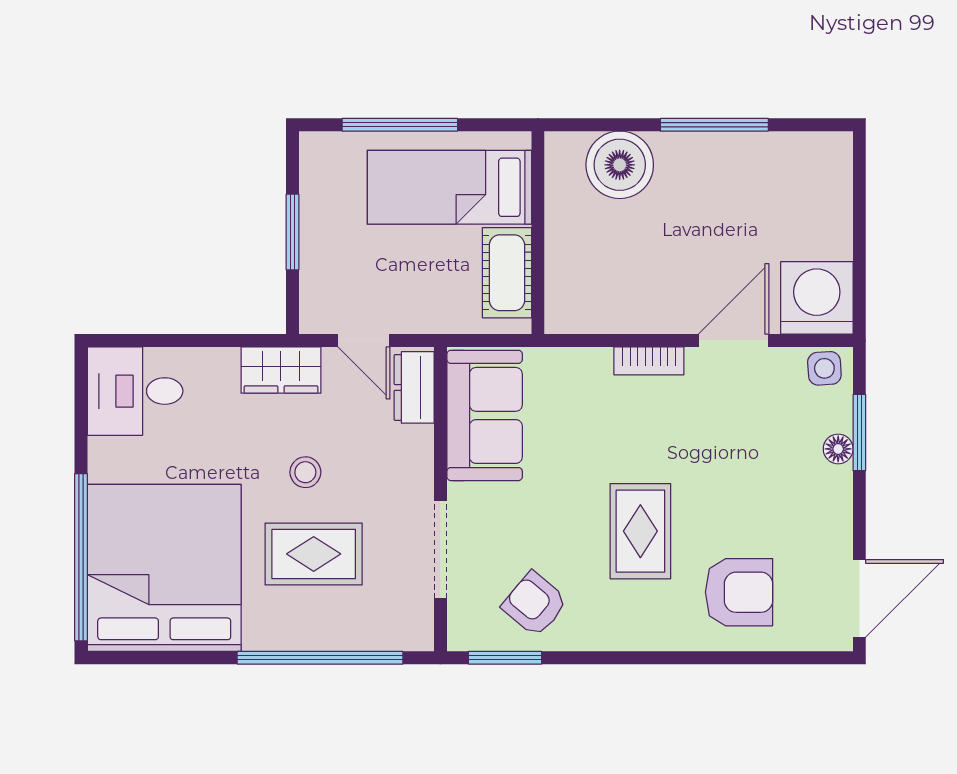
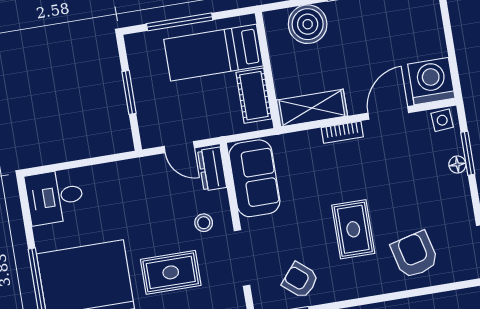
shelving: (603, 310) -> (312, 108), added
wardrobe: (281, 370) -> (135, 171), removed
stool: (305, 472) -> (204, 223), moved
armchair: (739, 592) -> (415, 255), turned -104

